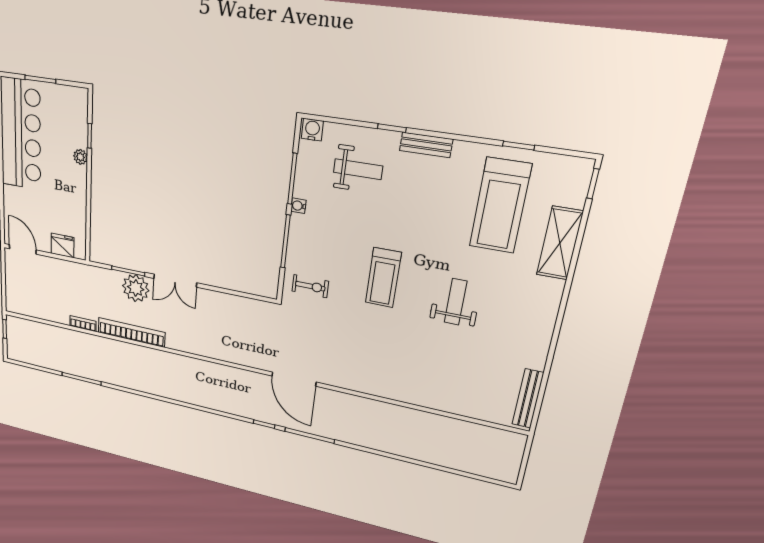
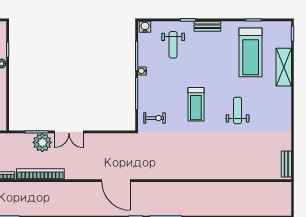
weight bench: (358, 169) -> (173, 45), turned 90
door: (294, 379) -> (116, 181), moved
bench: (528, 399) -> (286, 164), width x0.73

